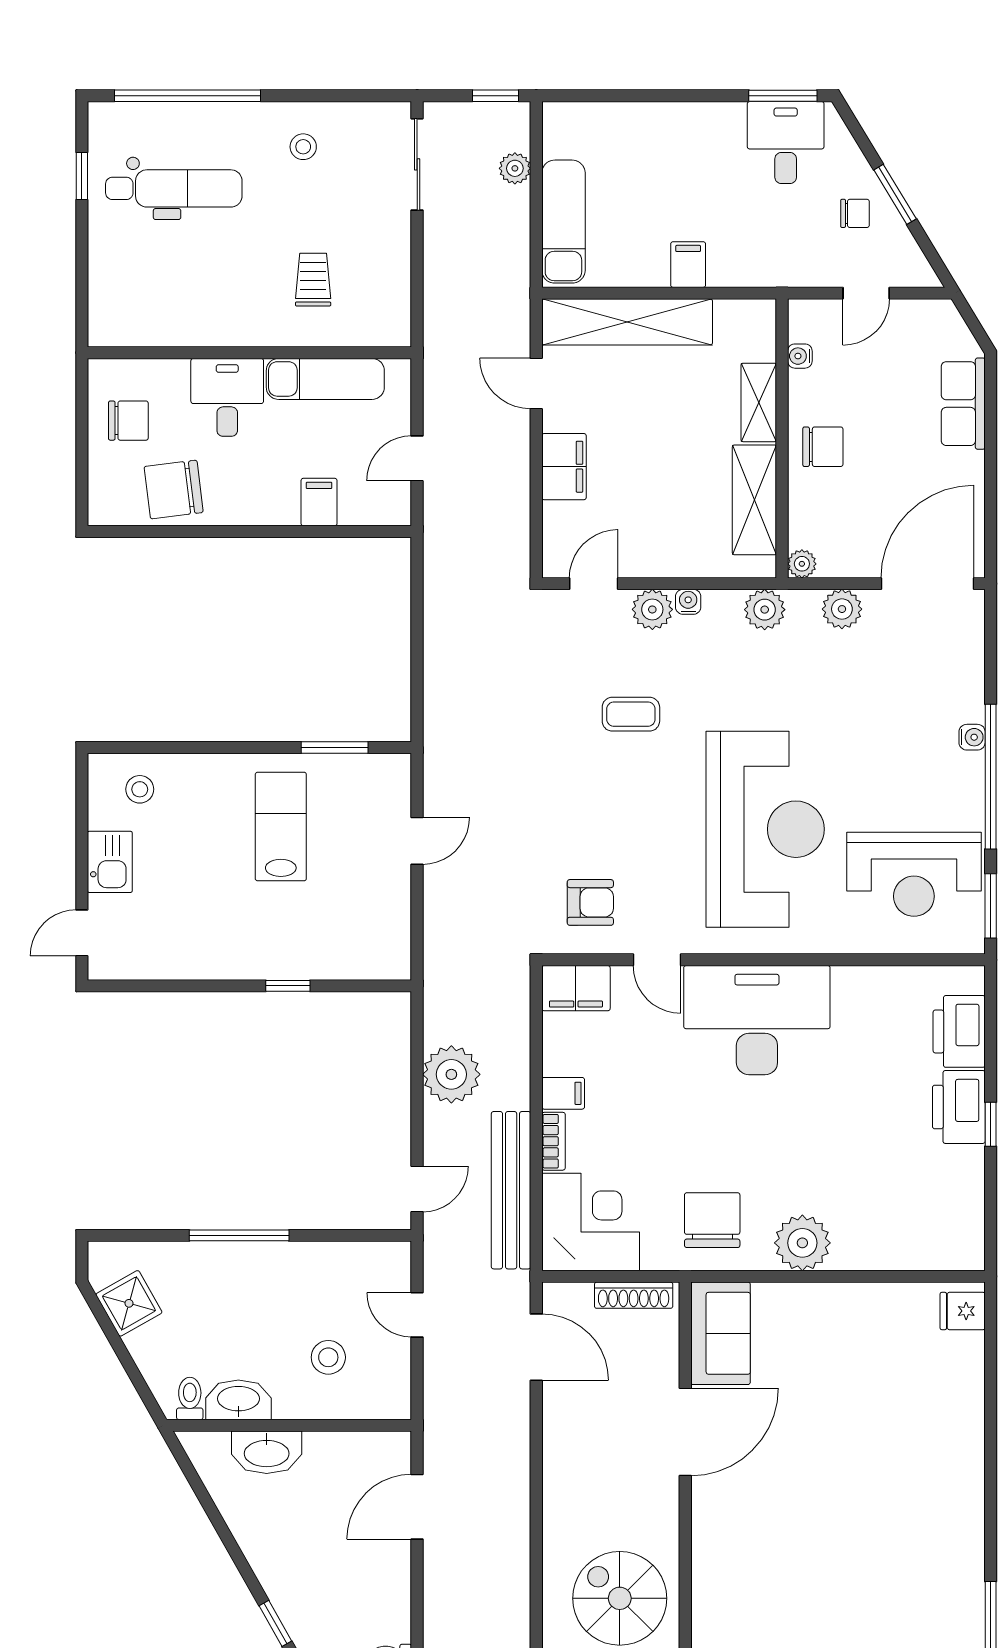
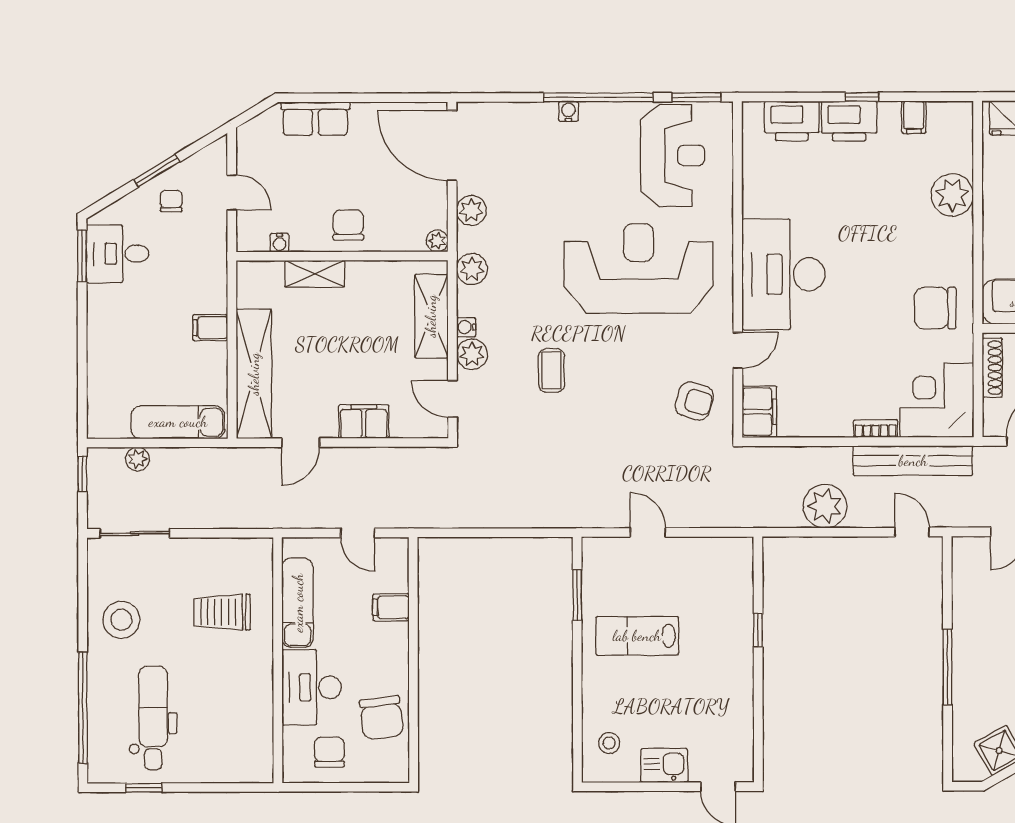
stool: (303, 147) -> (121, 620), width x1.89, depth x1.89
trolley: (313, 280) -> (222, 612), width x1.36, depth x1.39
desk: (227, 397) -> (312, 687), width x1.37
shelving: (754, 500) -> (431, 316), moved, turned 90
armchair: (590, 902) -> (694, 401), turned 107
filing cabinet: (563, 1093) -> (914, 117), moved, turned 180
plant: (802, 1243) -> (952, 195), moved

